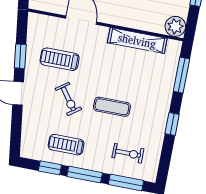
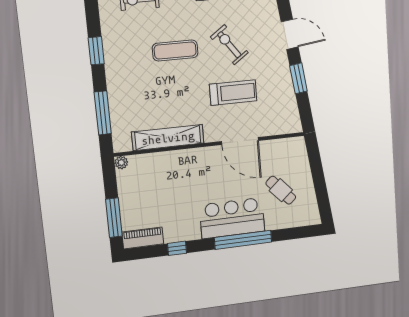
plant: (175, 26) -> (121, 163), width x0.53, depth x0.53
treadmill: (60, 59) -> (233, 93), moved

